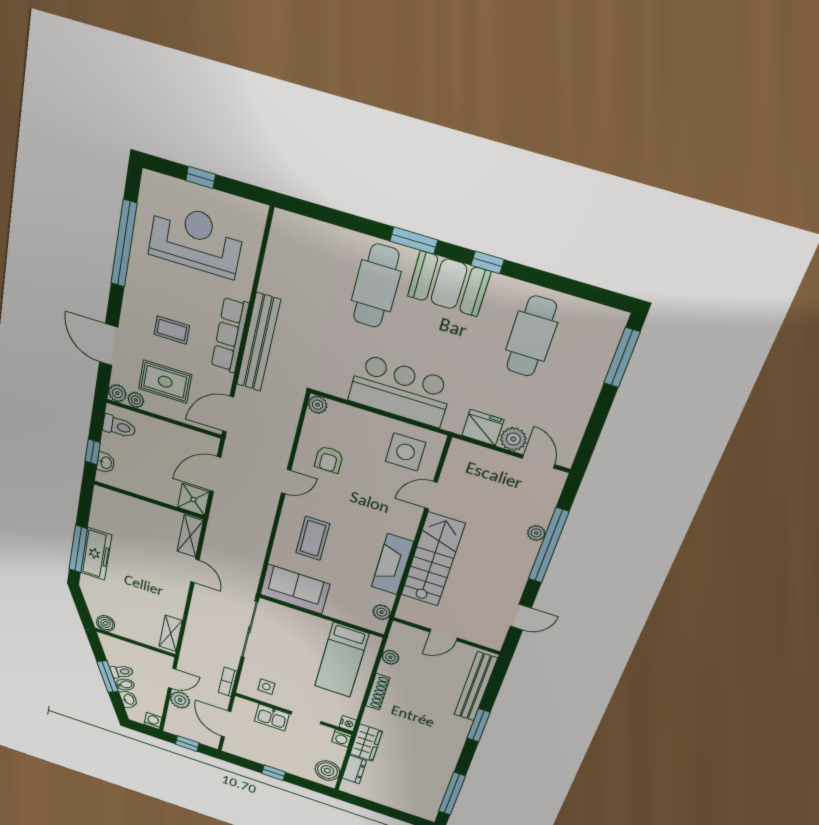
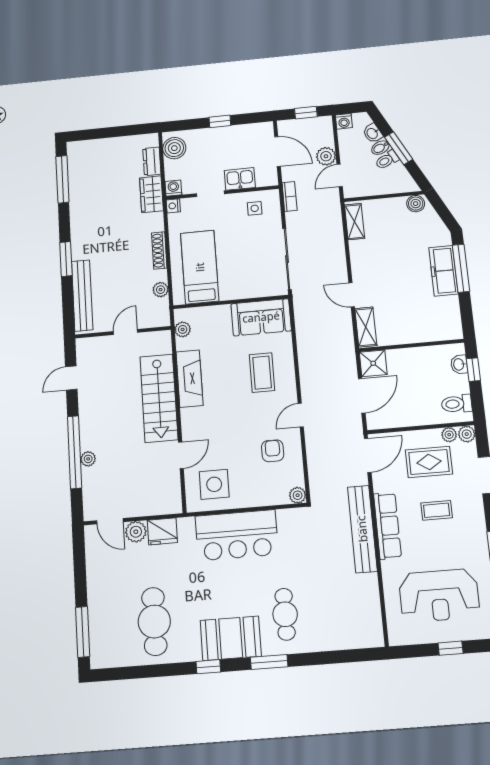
cafe table: (376, 286) -> (285, 614), width x0.73, depth x0.74

